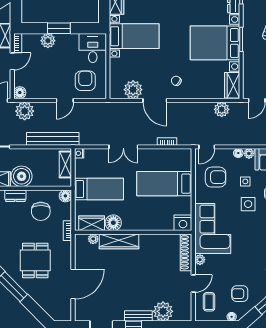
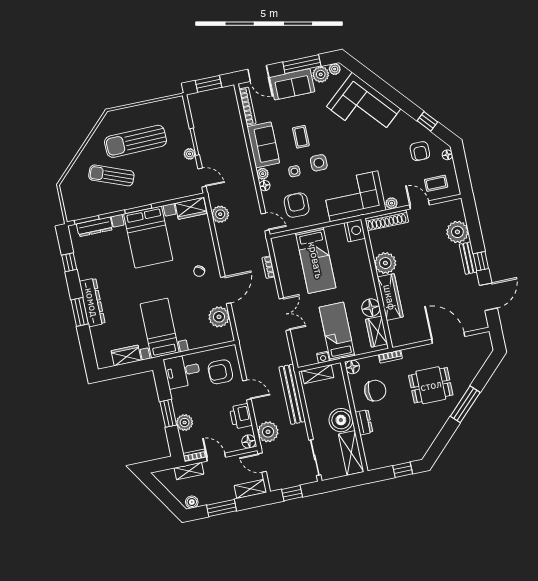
printer: (43, 90) -> (241, 416), added
nightstand: (79, 153) -> (323, 357), moved
plant: (93, 239) -> (385, 263), moved, width x1.88, depth x1.88

